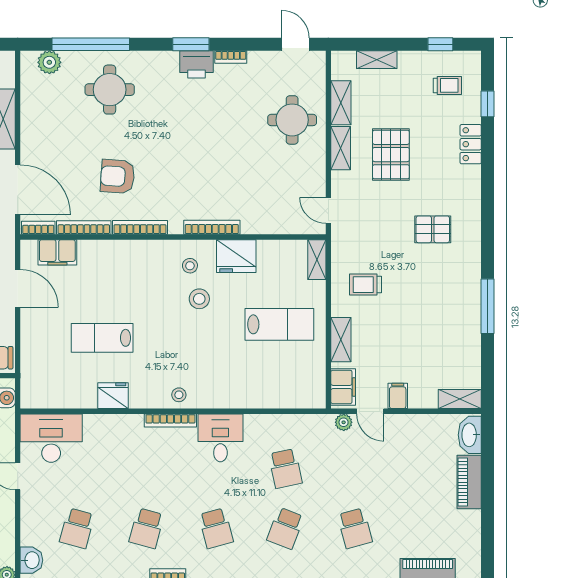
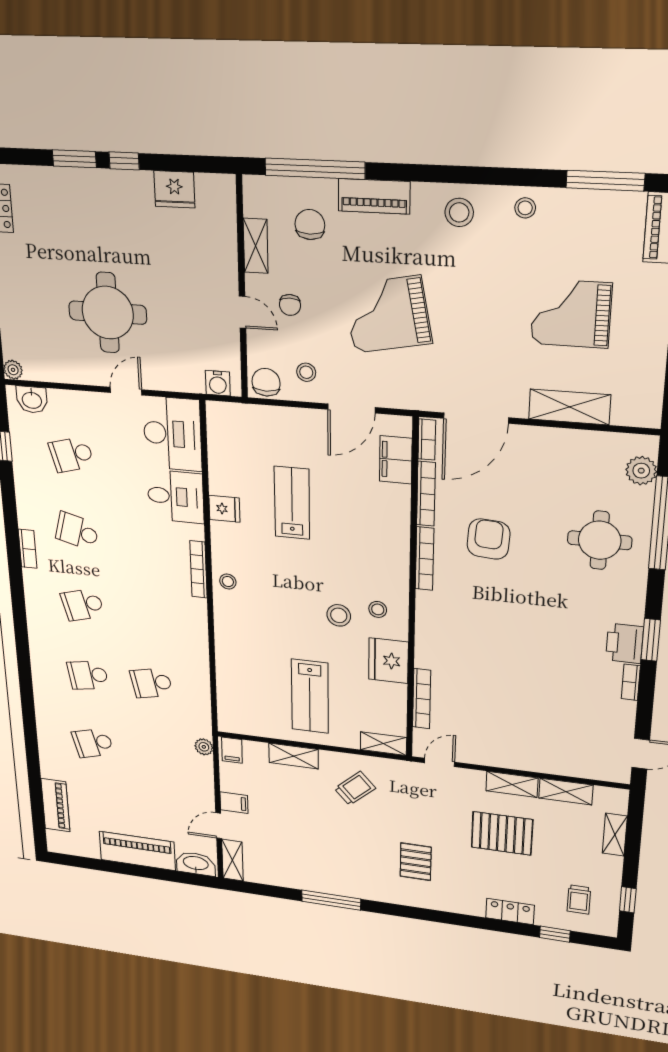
round table: (292, 120) -> (548, 739), removed
bookcase: (212, 227) -> (422, 699), moved
trolley: (366, 285) -> (355, 788), turned 48
filing cabinet: (343, 387) -> (232, 750), width x0.50
fridge: (113, 396) -> (224, 509), width x0.72
door: (370, 411) -> (219, 826), moved
desk: (220, 438) -> (176, 496), moved
piano: (469, 482) -> (137, 851), width x1.37, depth x1.33
school desk: (77, 528) -> (71, 455), turned -30
school desk: (285, 528) -> (88, 675), turned -30

